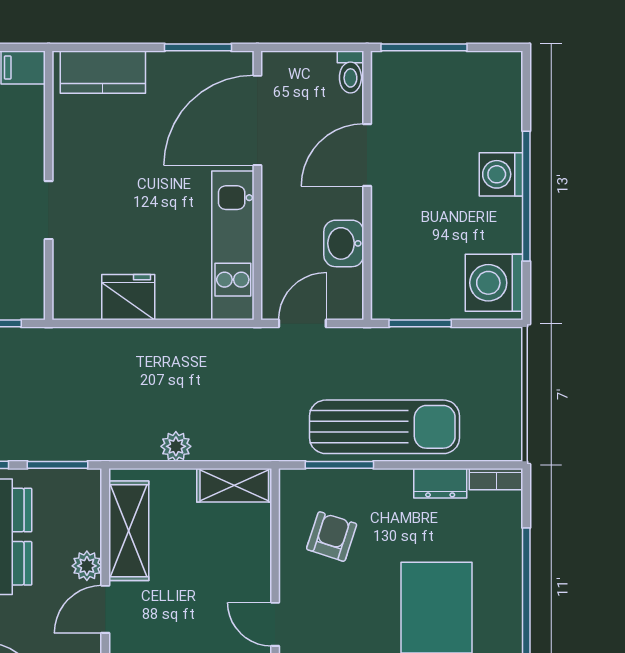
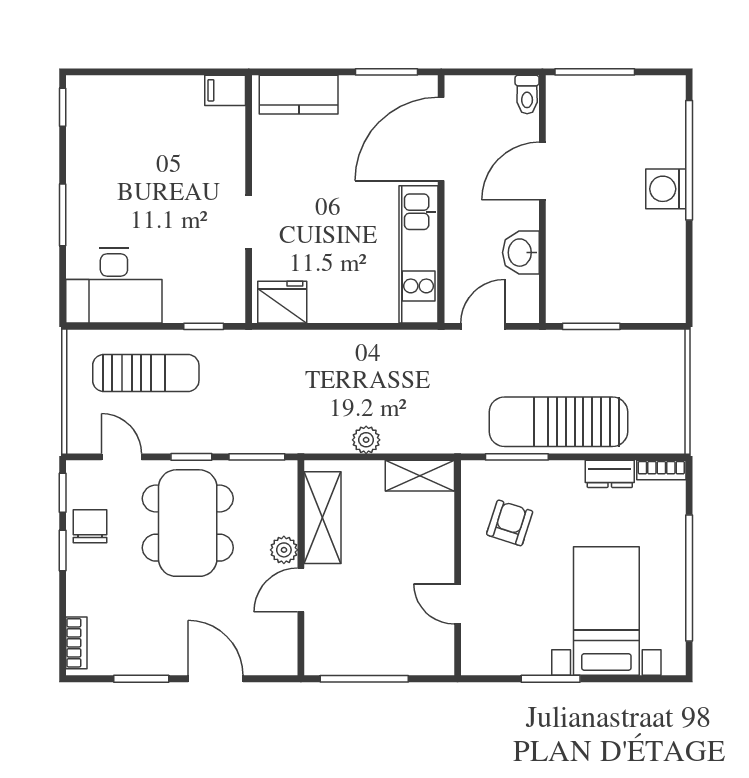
window: (526, 196) -> (689, 160), moved
washing machine: (494, 283) -> (659, 289), removed
fridge: (128, 297) -> (282, 302), moved
sun lounger: (385, 427) -> (558, 422), turned 180

